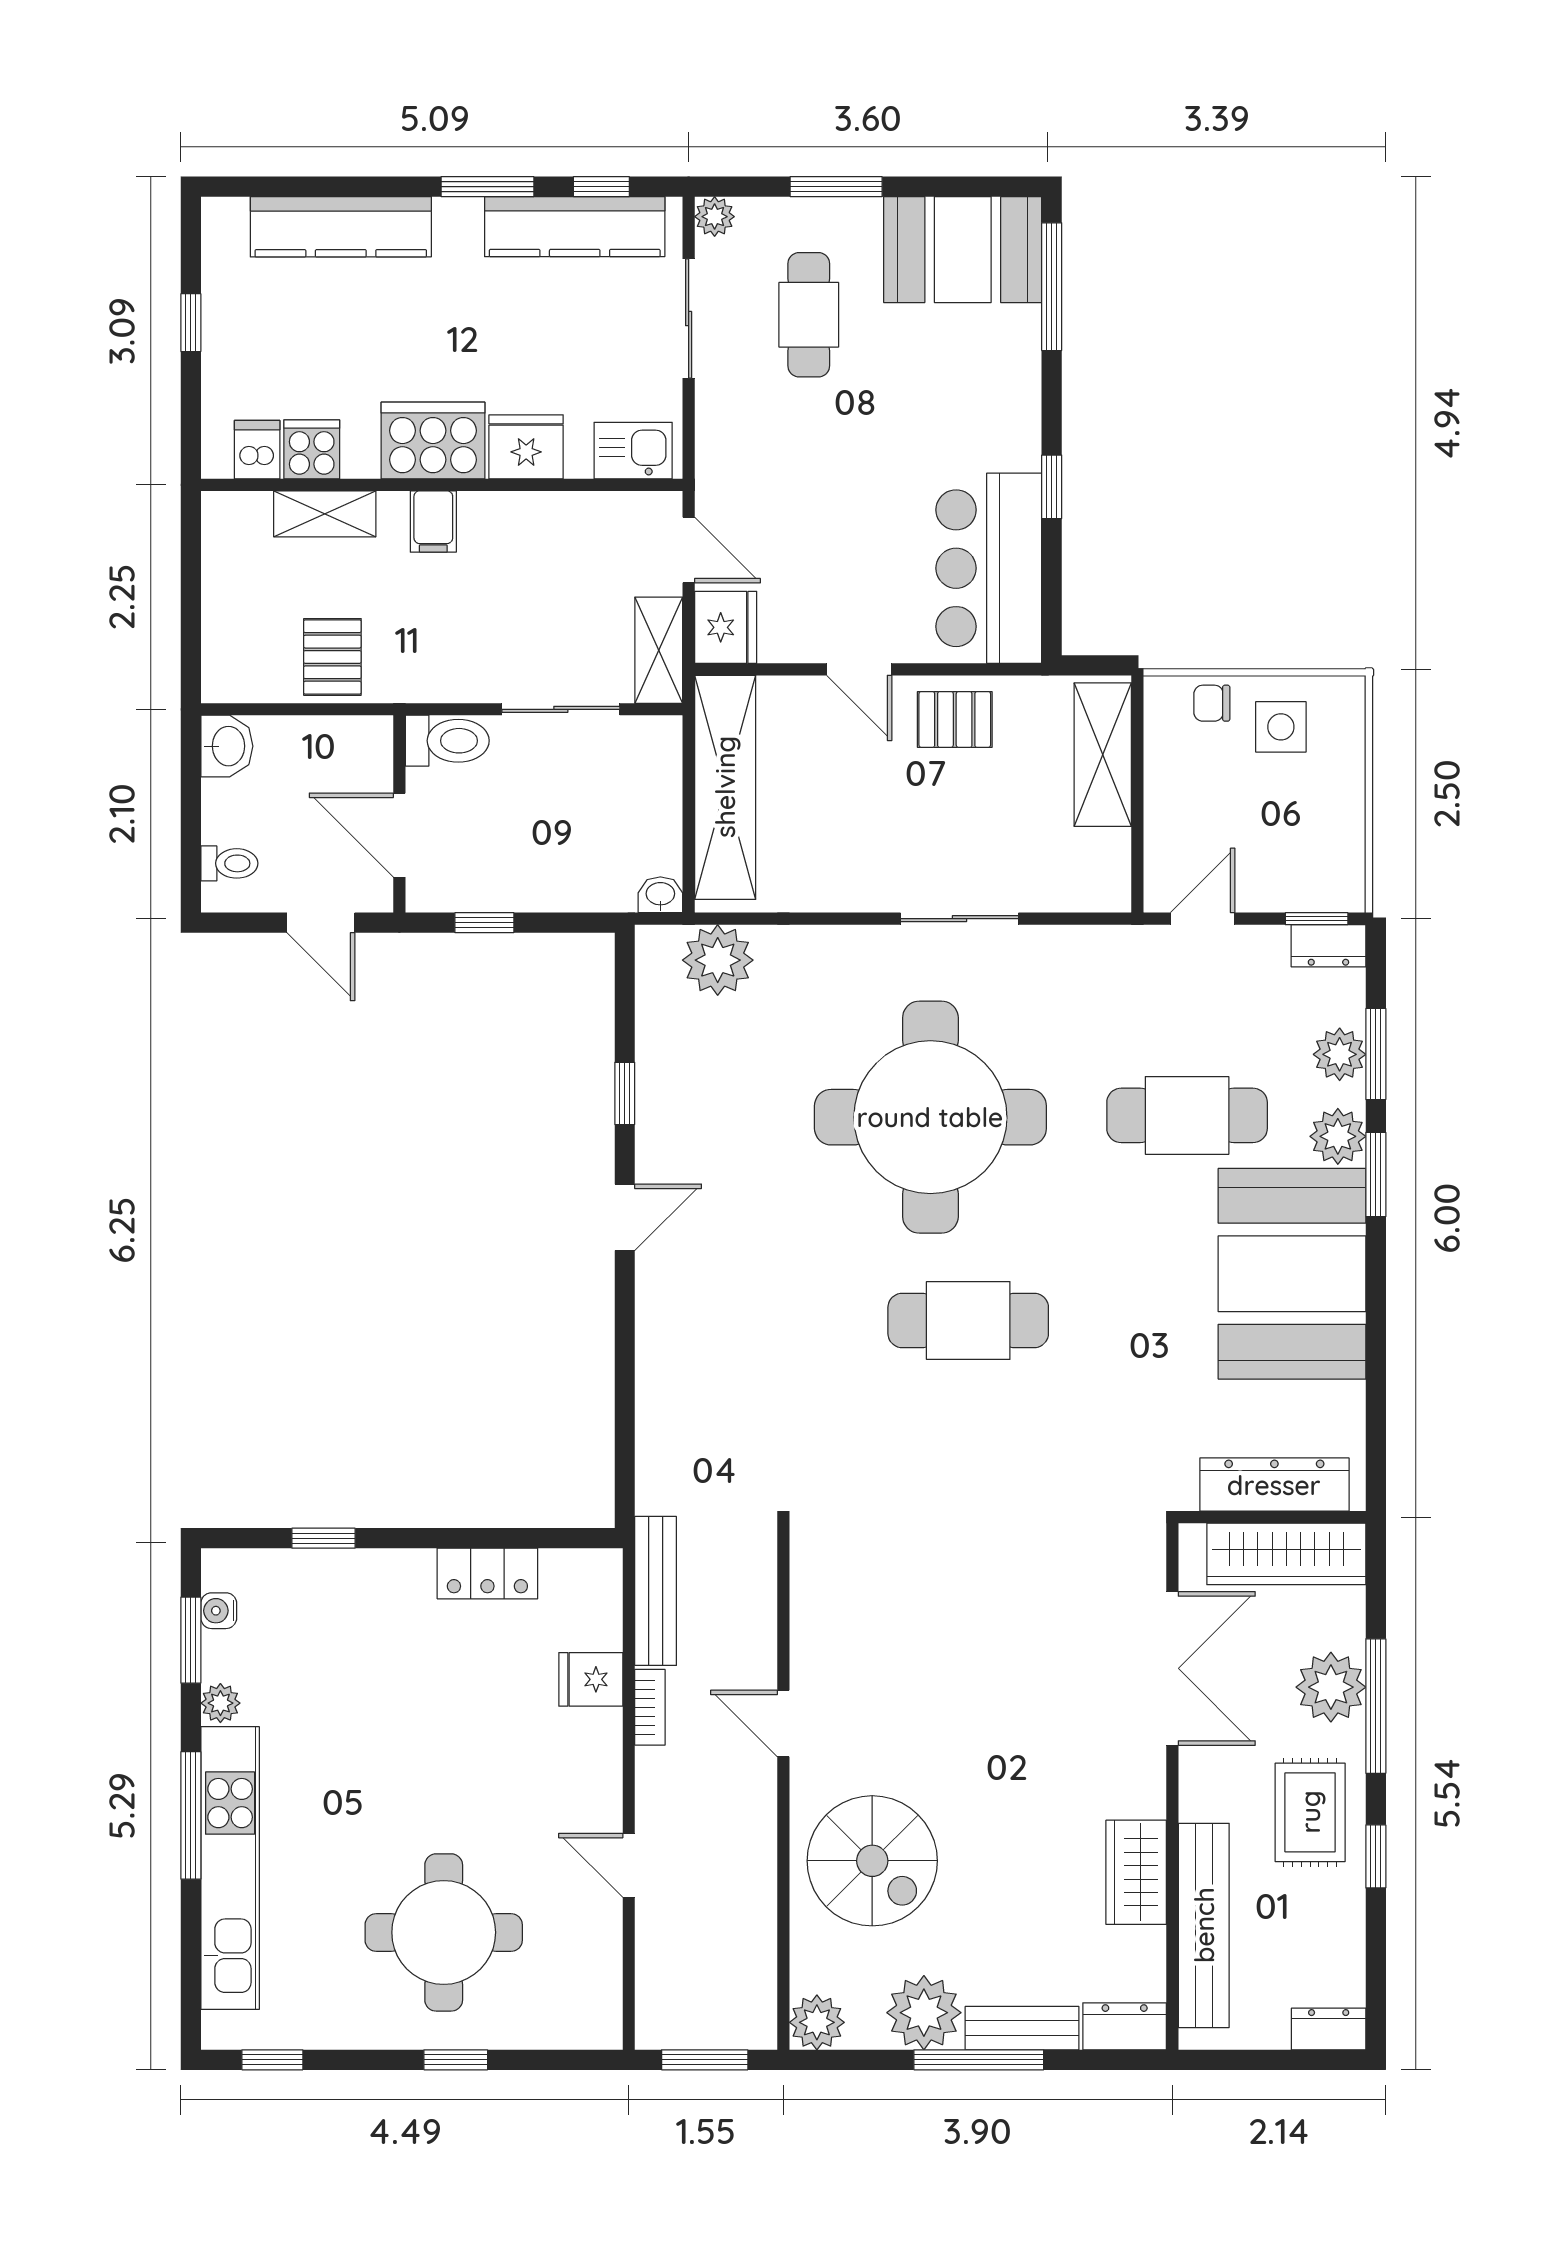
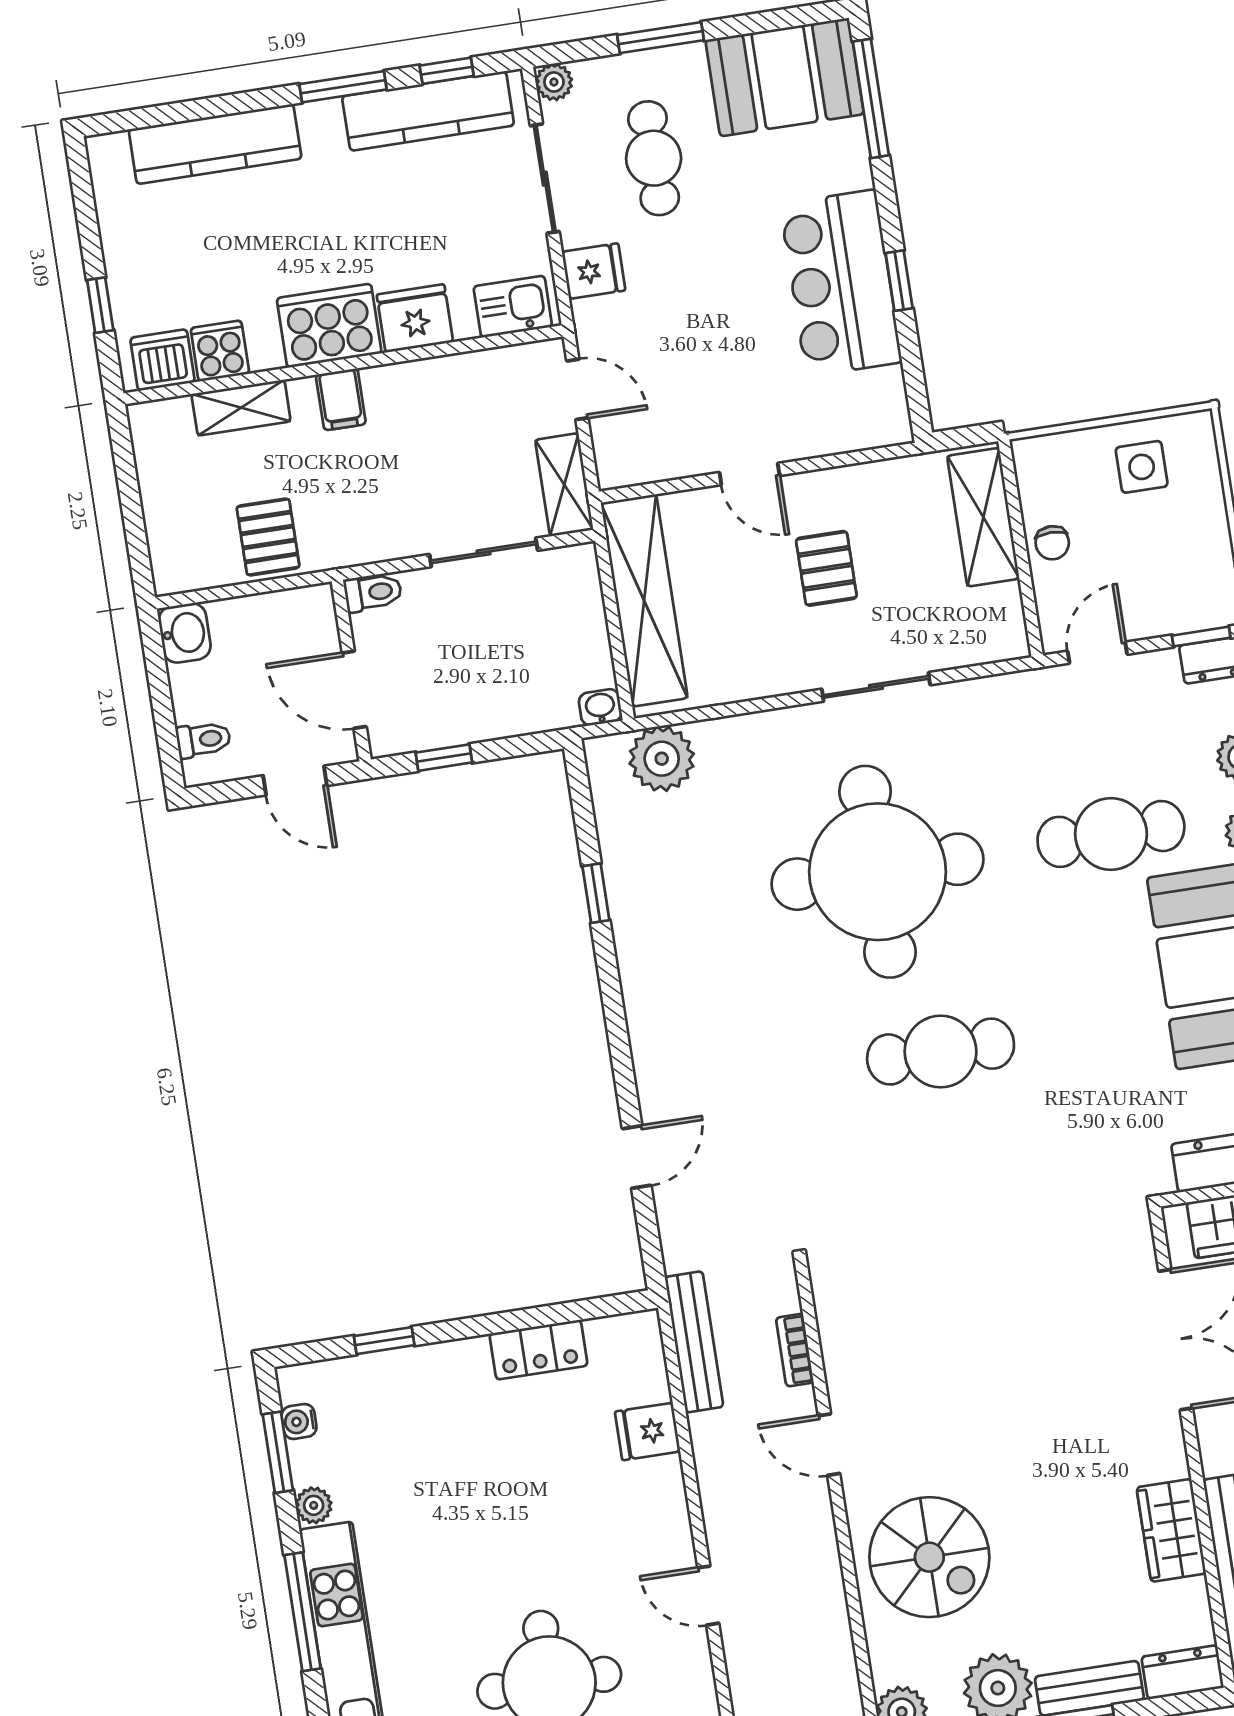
window: (191, 323) -> (100, 305), moved
dishwasher: (257, 450) -> (162, 360), width x1.38
bar counter: (989, 568) -> (841, 283), moved
fridge: (726, 627) -> (594, 271), moved, width x0.72
chair: (1212, 703) -> (1052, 543), moved, turned -90
pallet: (955, 719) -> (826, 568), moved, turned 90
toilet: (447, 741) -> (373, 592), width x0.73, depth x0.72
door: (625, 1217) -> (637, 1157), moved
bookcase: (650, 1707) -> (795, 1350), moved, turned 180

